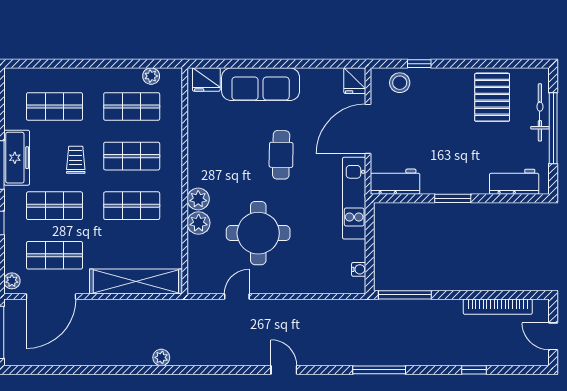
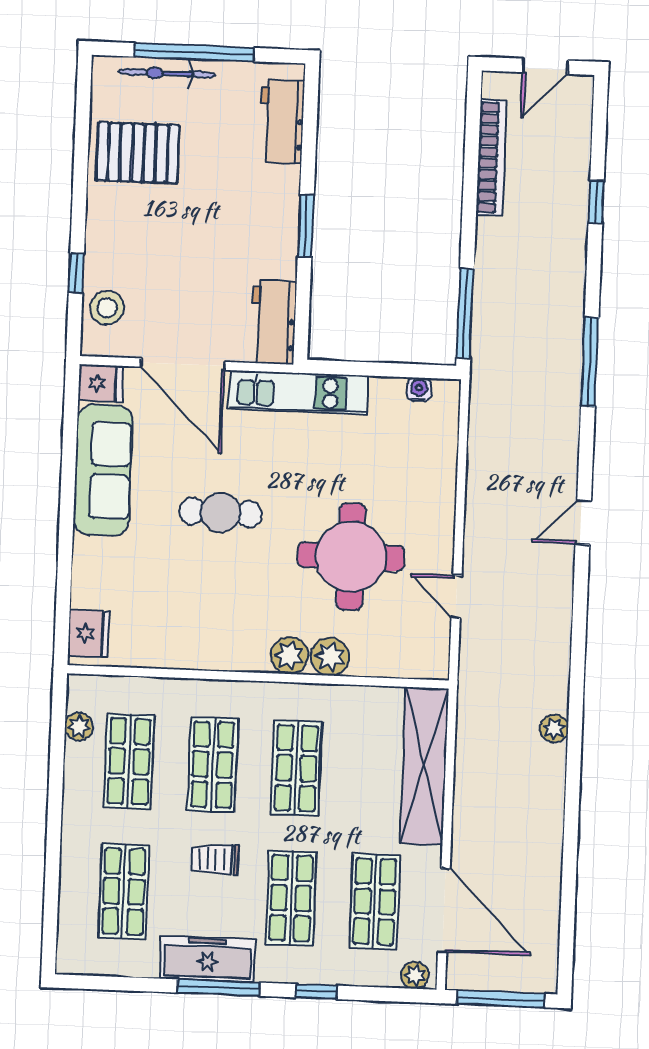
sofa: (261, 84) -> (103, 470), moved

